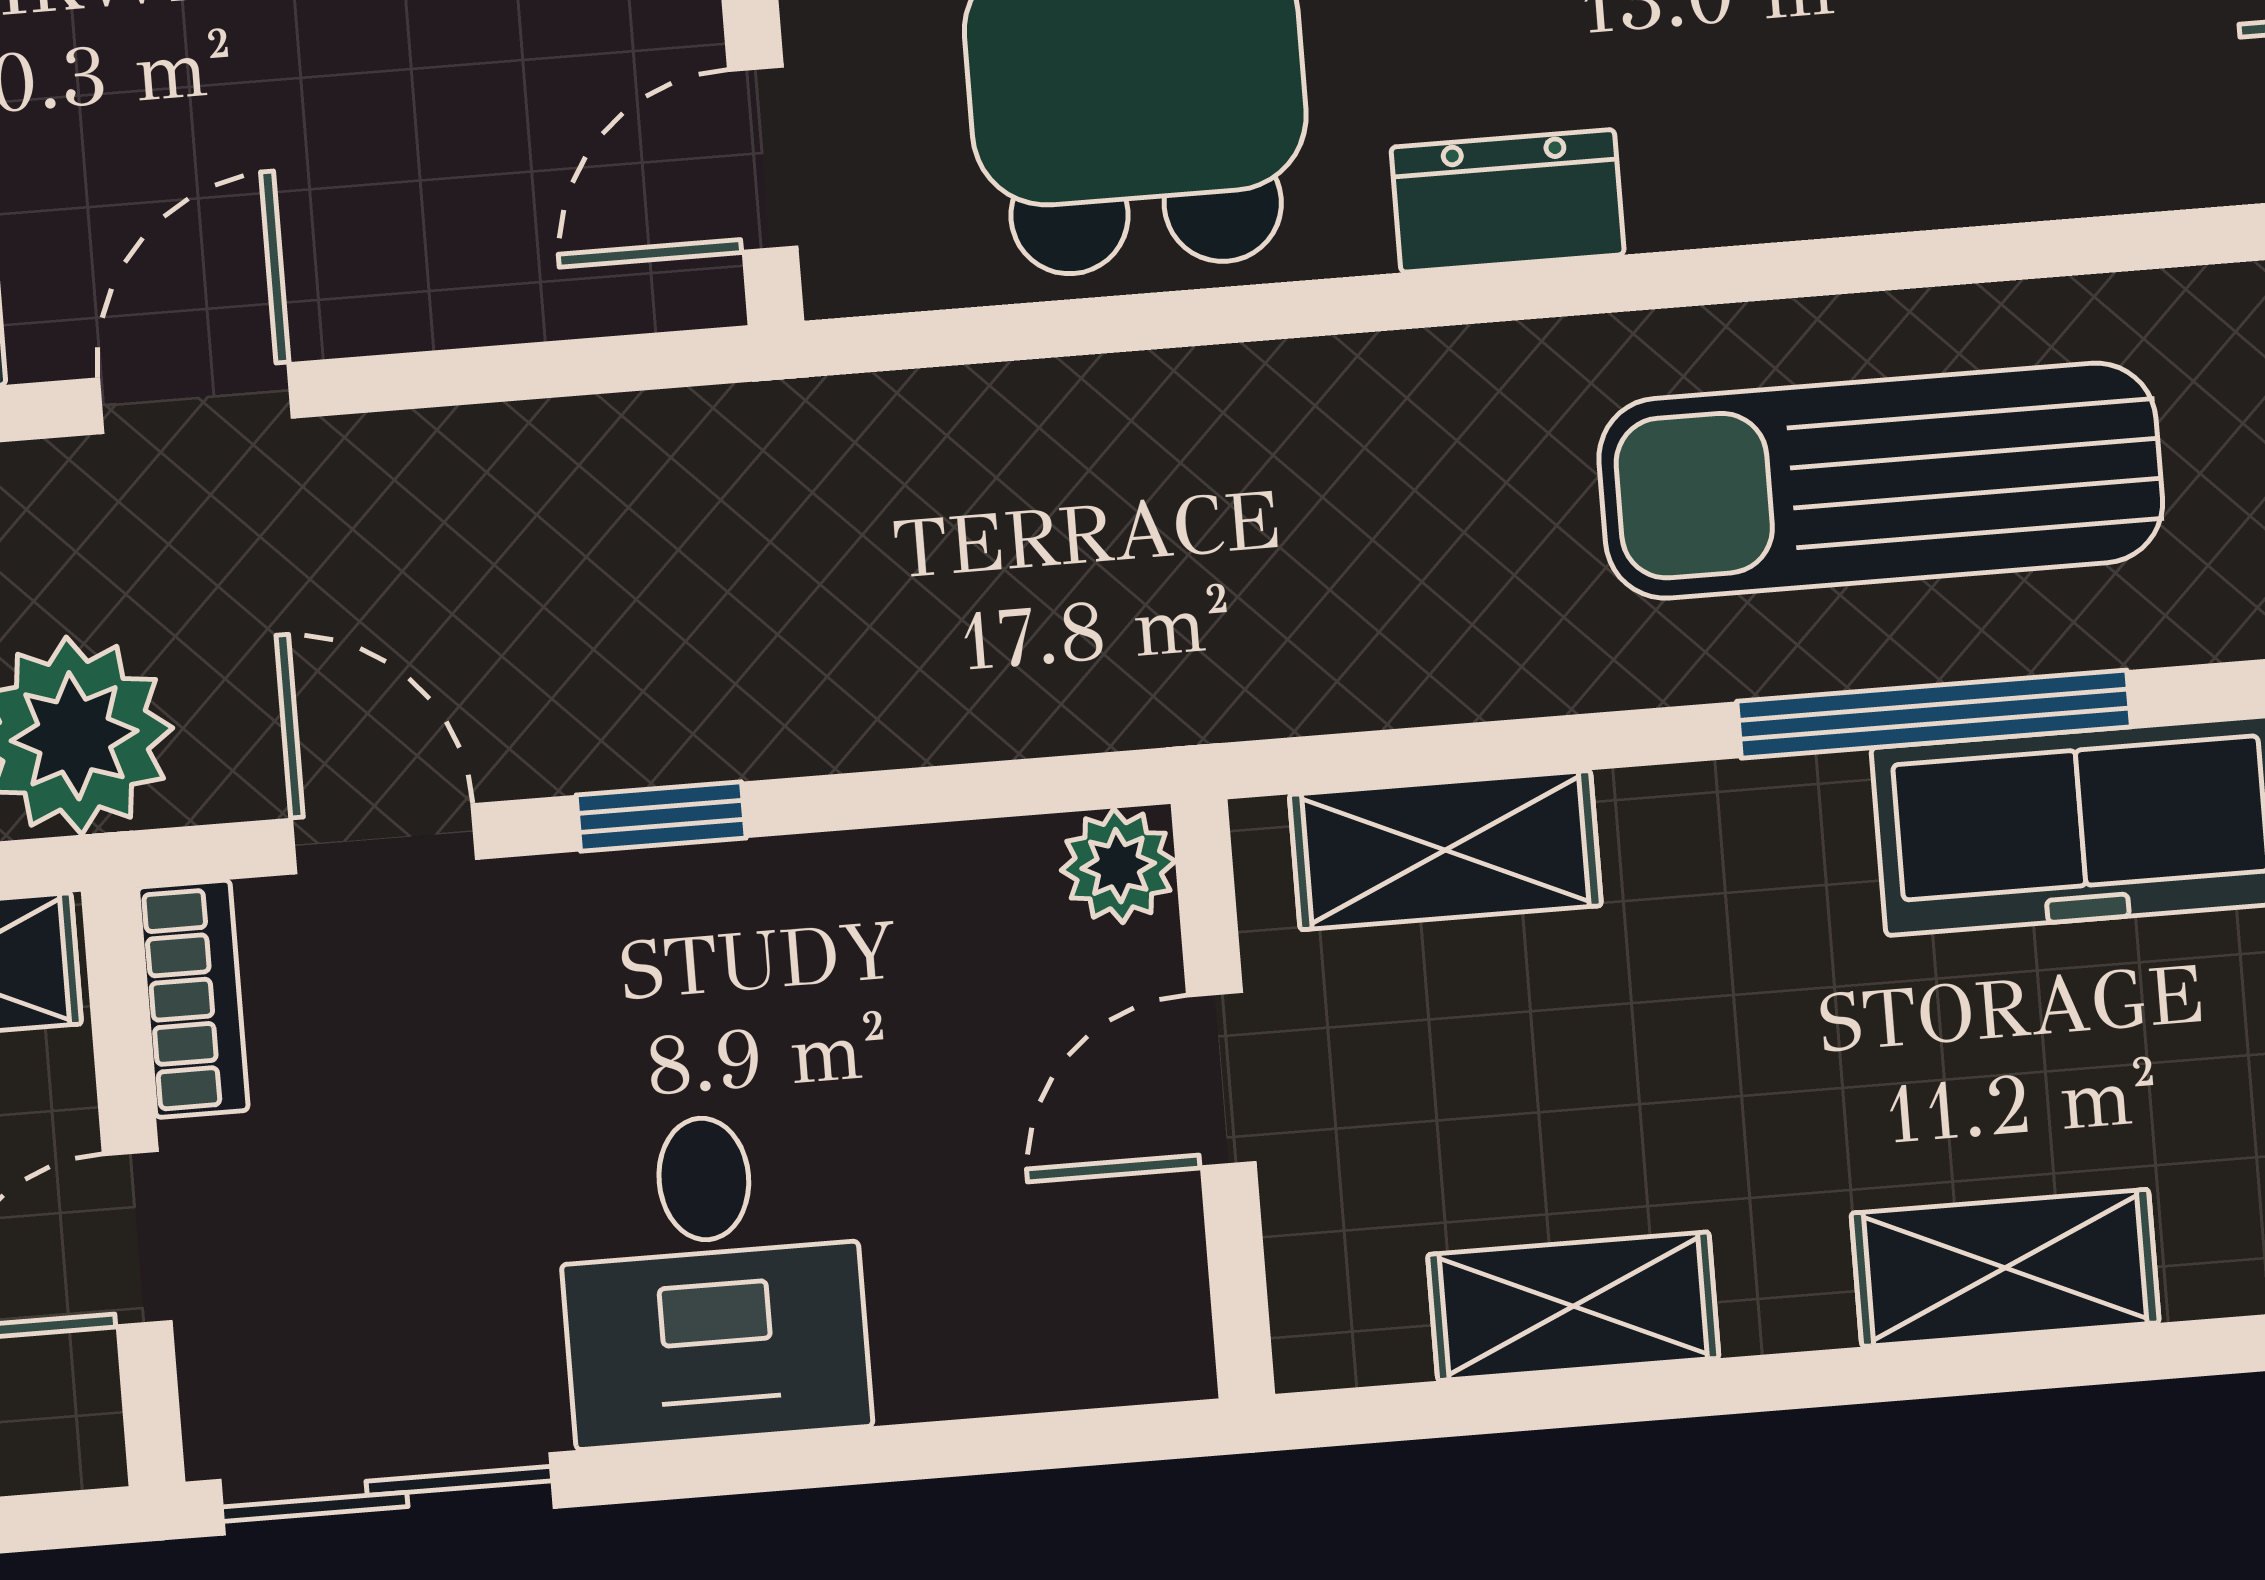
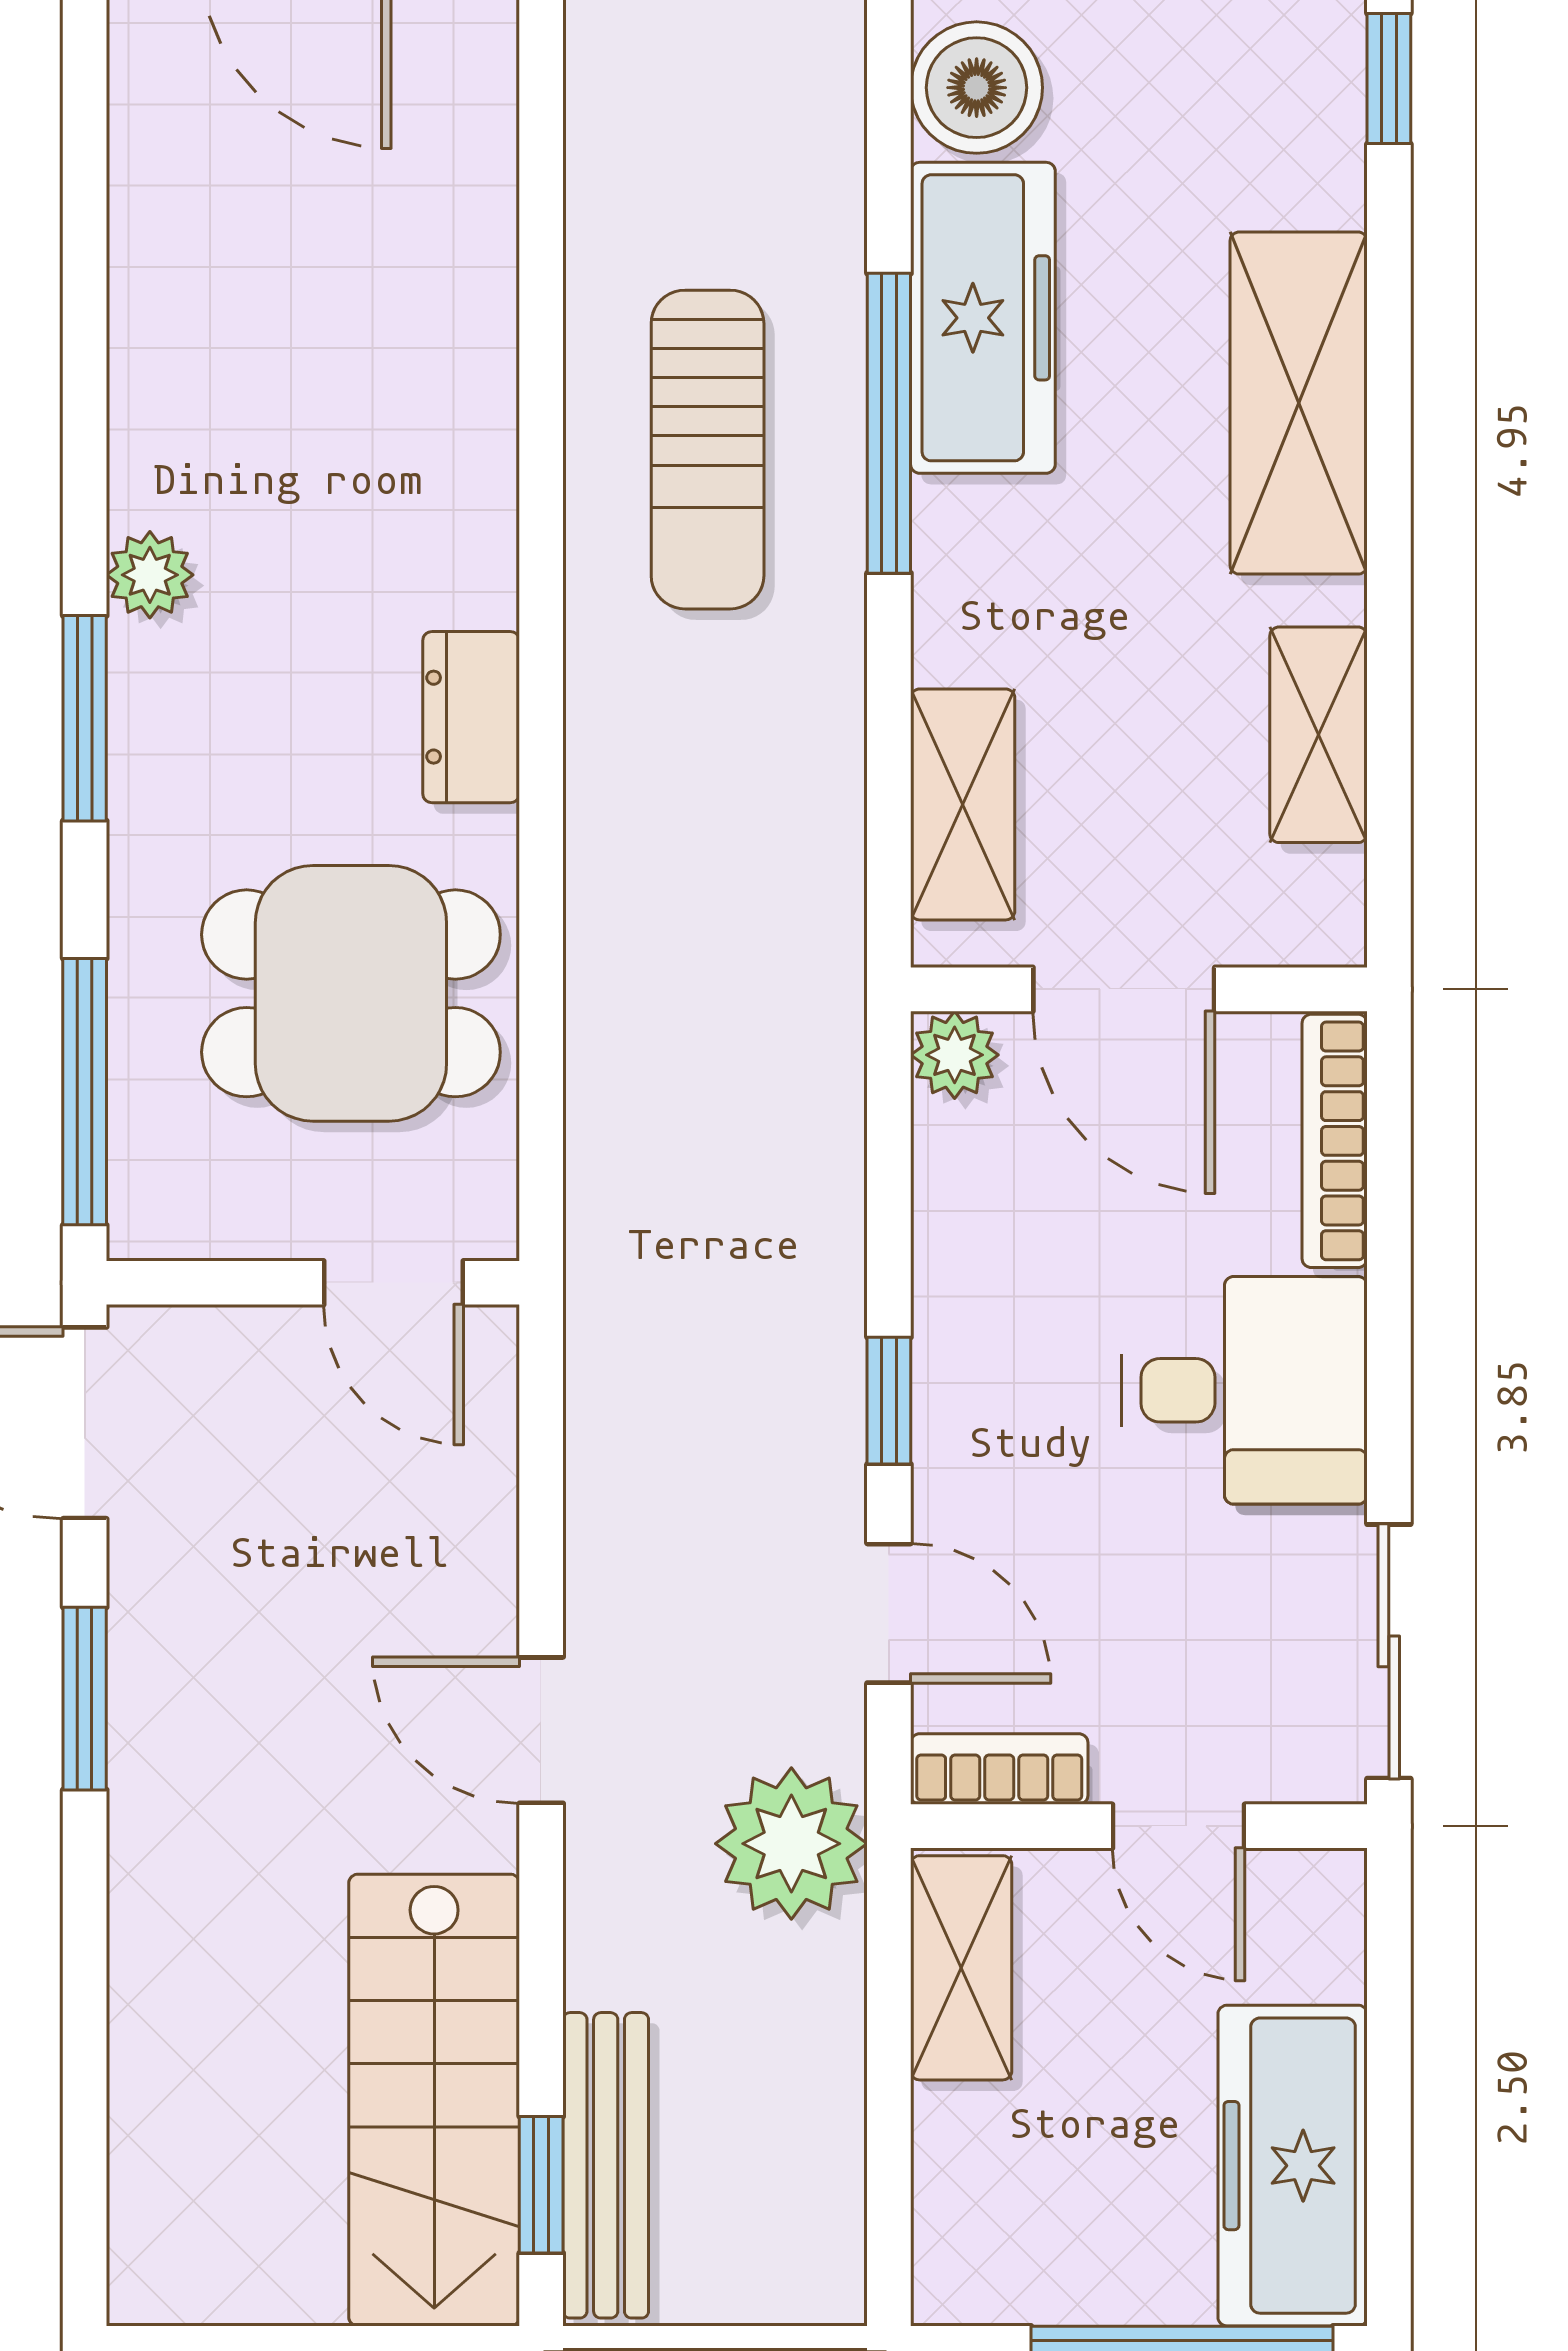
sun lounger: (1881, 481) -> (708, 450), width x0.73, depth x0.75
door: (384, 839) -> (889, 1613), swing flipped
door: (1221, 1079) -> (1124, 989), width x1.38
shelving: (2005, 1268) -> (1299, 403), width x1.50, depth x1.33
bookcase: (1046, 1370) -> (1335, 1141), added

